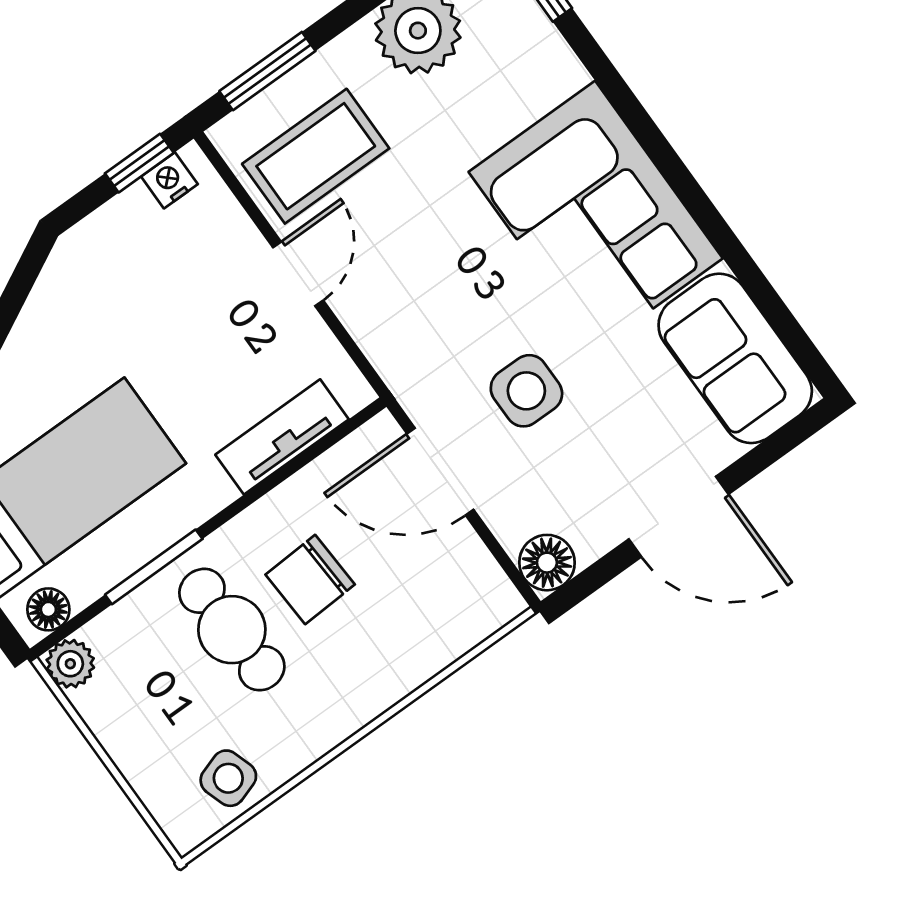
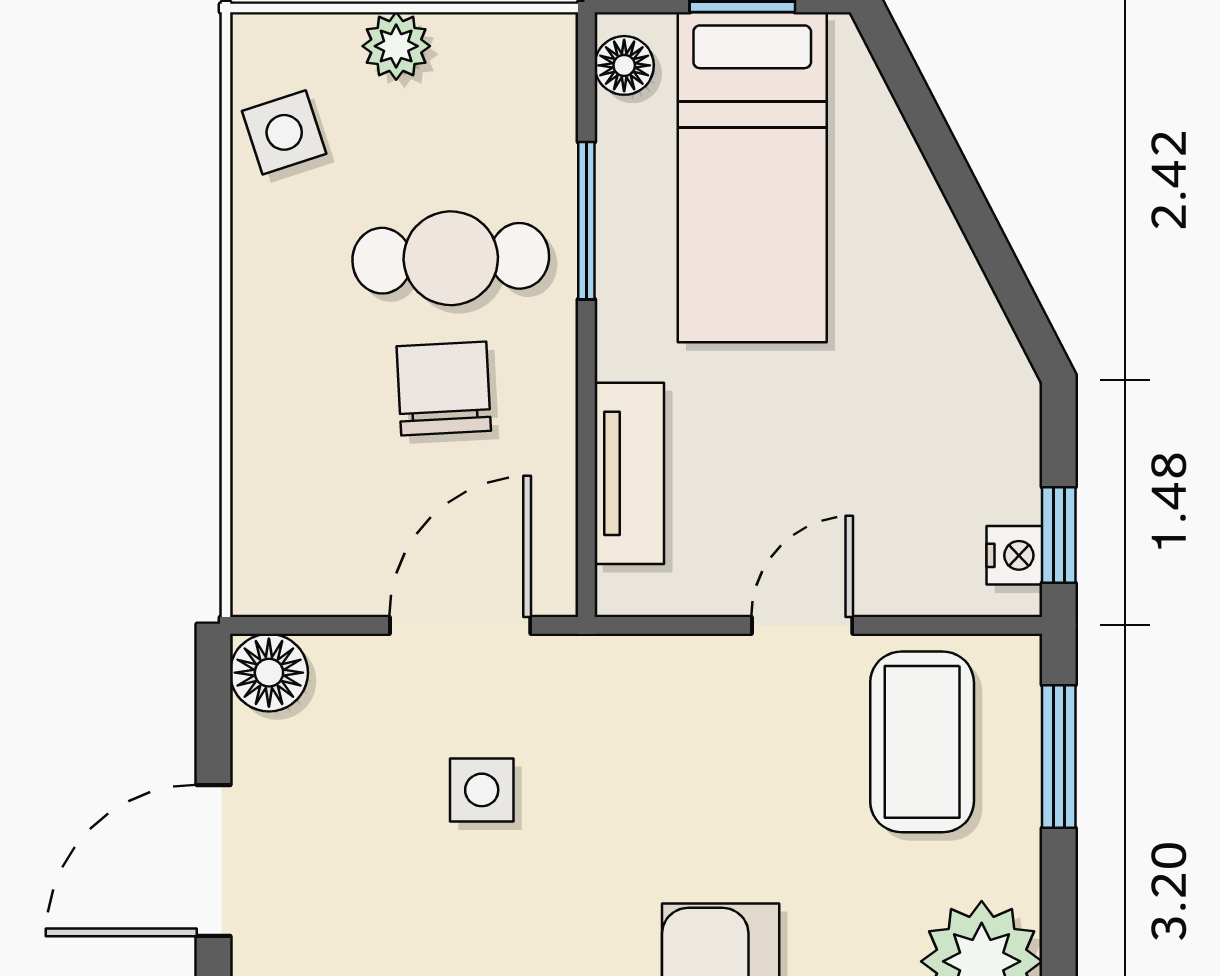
door: (298, 274) -> (802, 625), swing flipped
side table: (526, 391) -> (482, 790), width x0.73, depth x0.73
plant: (70, 664) -> (396, 46), moved

